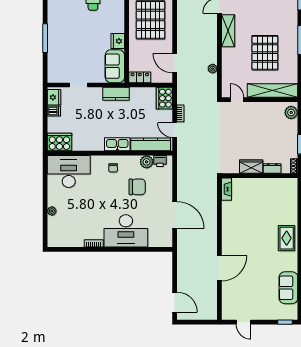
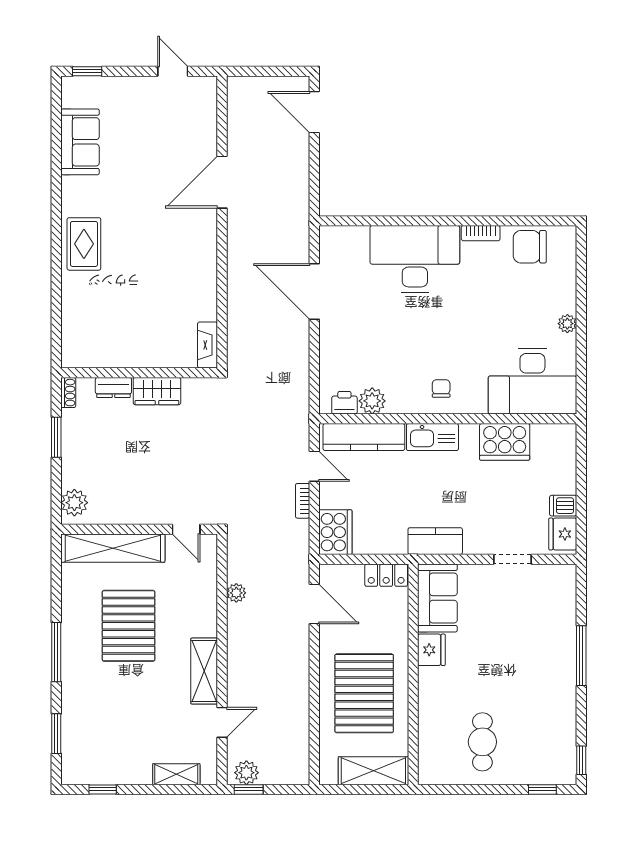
cooker: (59, 142) -> (505, 442), moved
chair: (137, 187) -> (530, 247), moved
plant: (52, 211) -> (567, 324), moved

